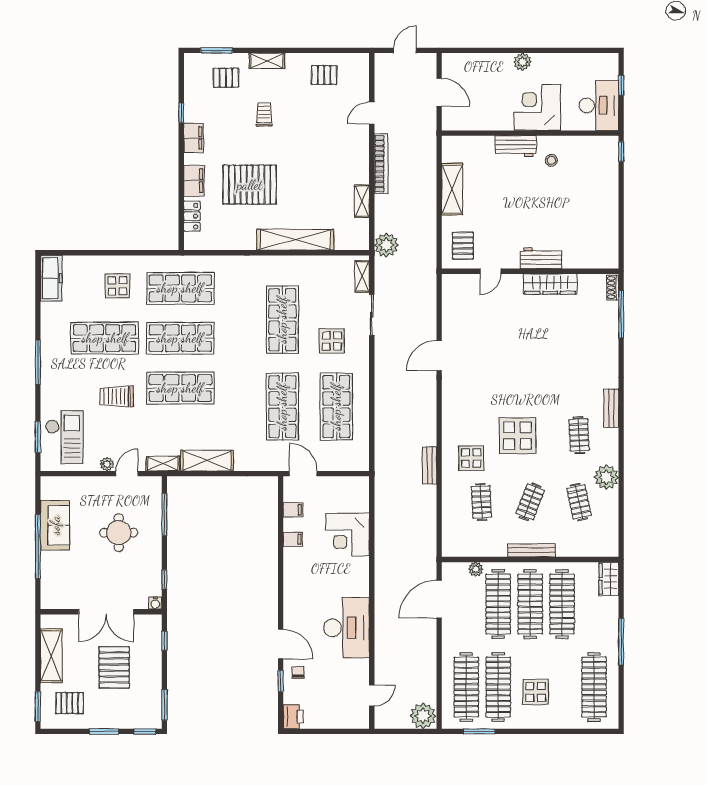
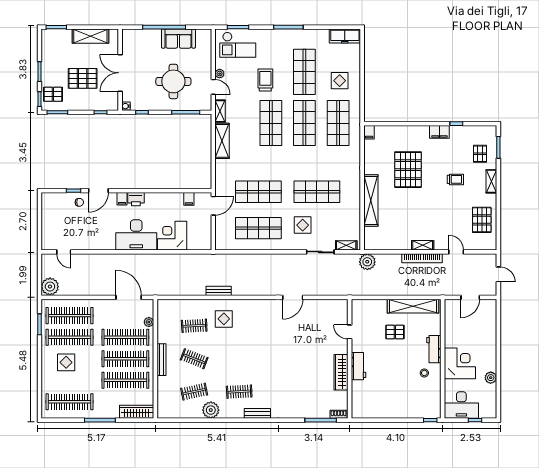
plant: (522, 62) -> (491, 378), moved
pallet: (324, 75) -> (482, 220), width x1.50, depth x1.42
filing cabinet: (194, 181) -> (369, 132), moved, width x0.50
shelving: (452, 189) -> (413, 306), width x1.47
shelving: (362, 201) -> (423, 245), moved
locker: (192, 216) -> (387, 131), removed
pallet: (463, 246) -> (395, 332), moved
door: (439, 355) -> (293, 297), swing flipped
display table: (517, 436) -> (239, 350), removed
round table: (119, 533) -> (173, 81), width x1.36, depth x1.36
filing cabinet: (293, 539) -> (122, 199), moved
wardrobe: (609, 579) -> (137, 412), width x1.50
desk: (347, 628) -> (136, 235), moved
pallet: (70, 703) -> (53, 94), moved, turned 90
printer: (293, 717) -> (136, 199), moved

